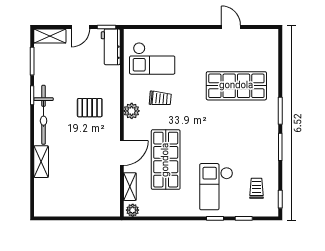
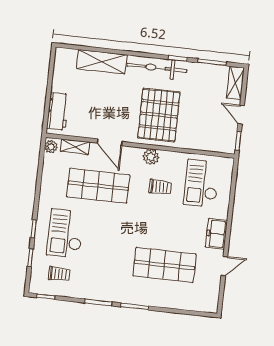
freezer: (200, 38) -> (217, 234), added
workbench: (111, 47) -> (58, 111), moved, turned 90
shop shelf: (236, 86) -> (165, 265), turned 90
trolley: (160, 98) -> (160, 187), turned -95
pallet: (90, 108) -> (159, 115), width x2.05, depth x2.00
shelving: (41, 162) -> (102, 62), width x1.50, depth x1.33
checkout: (216, 187) -> (65, 234), turned -90

